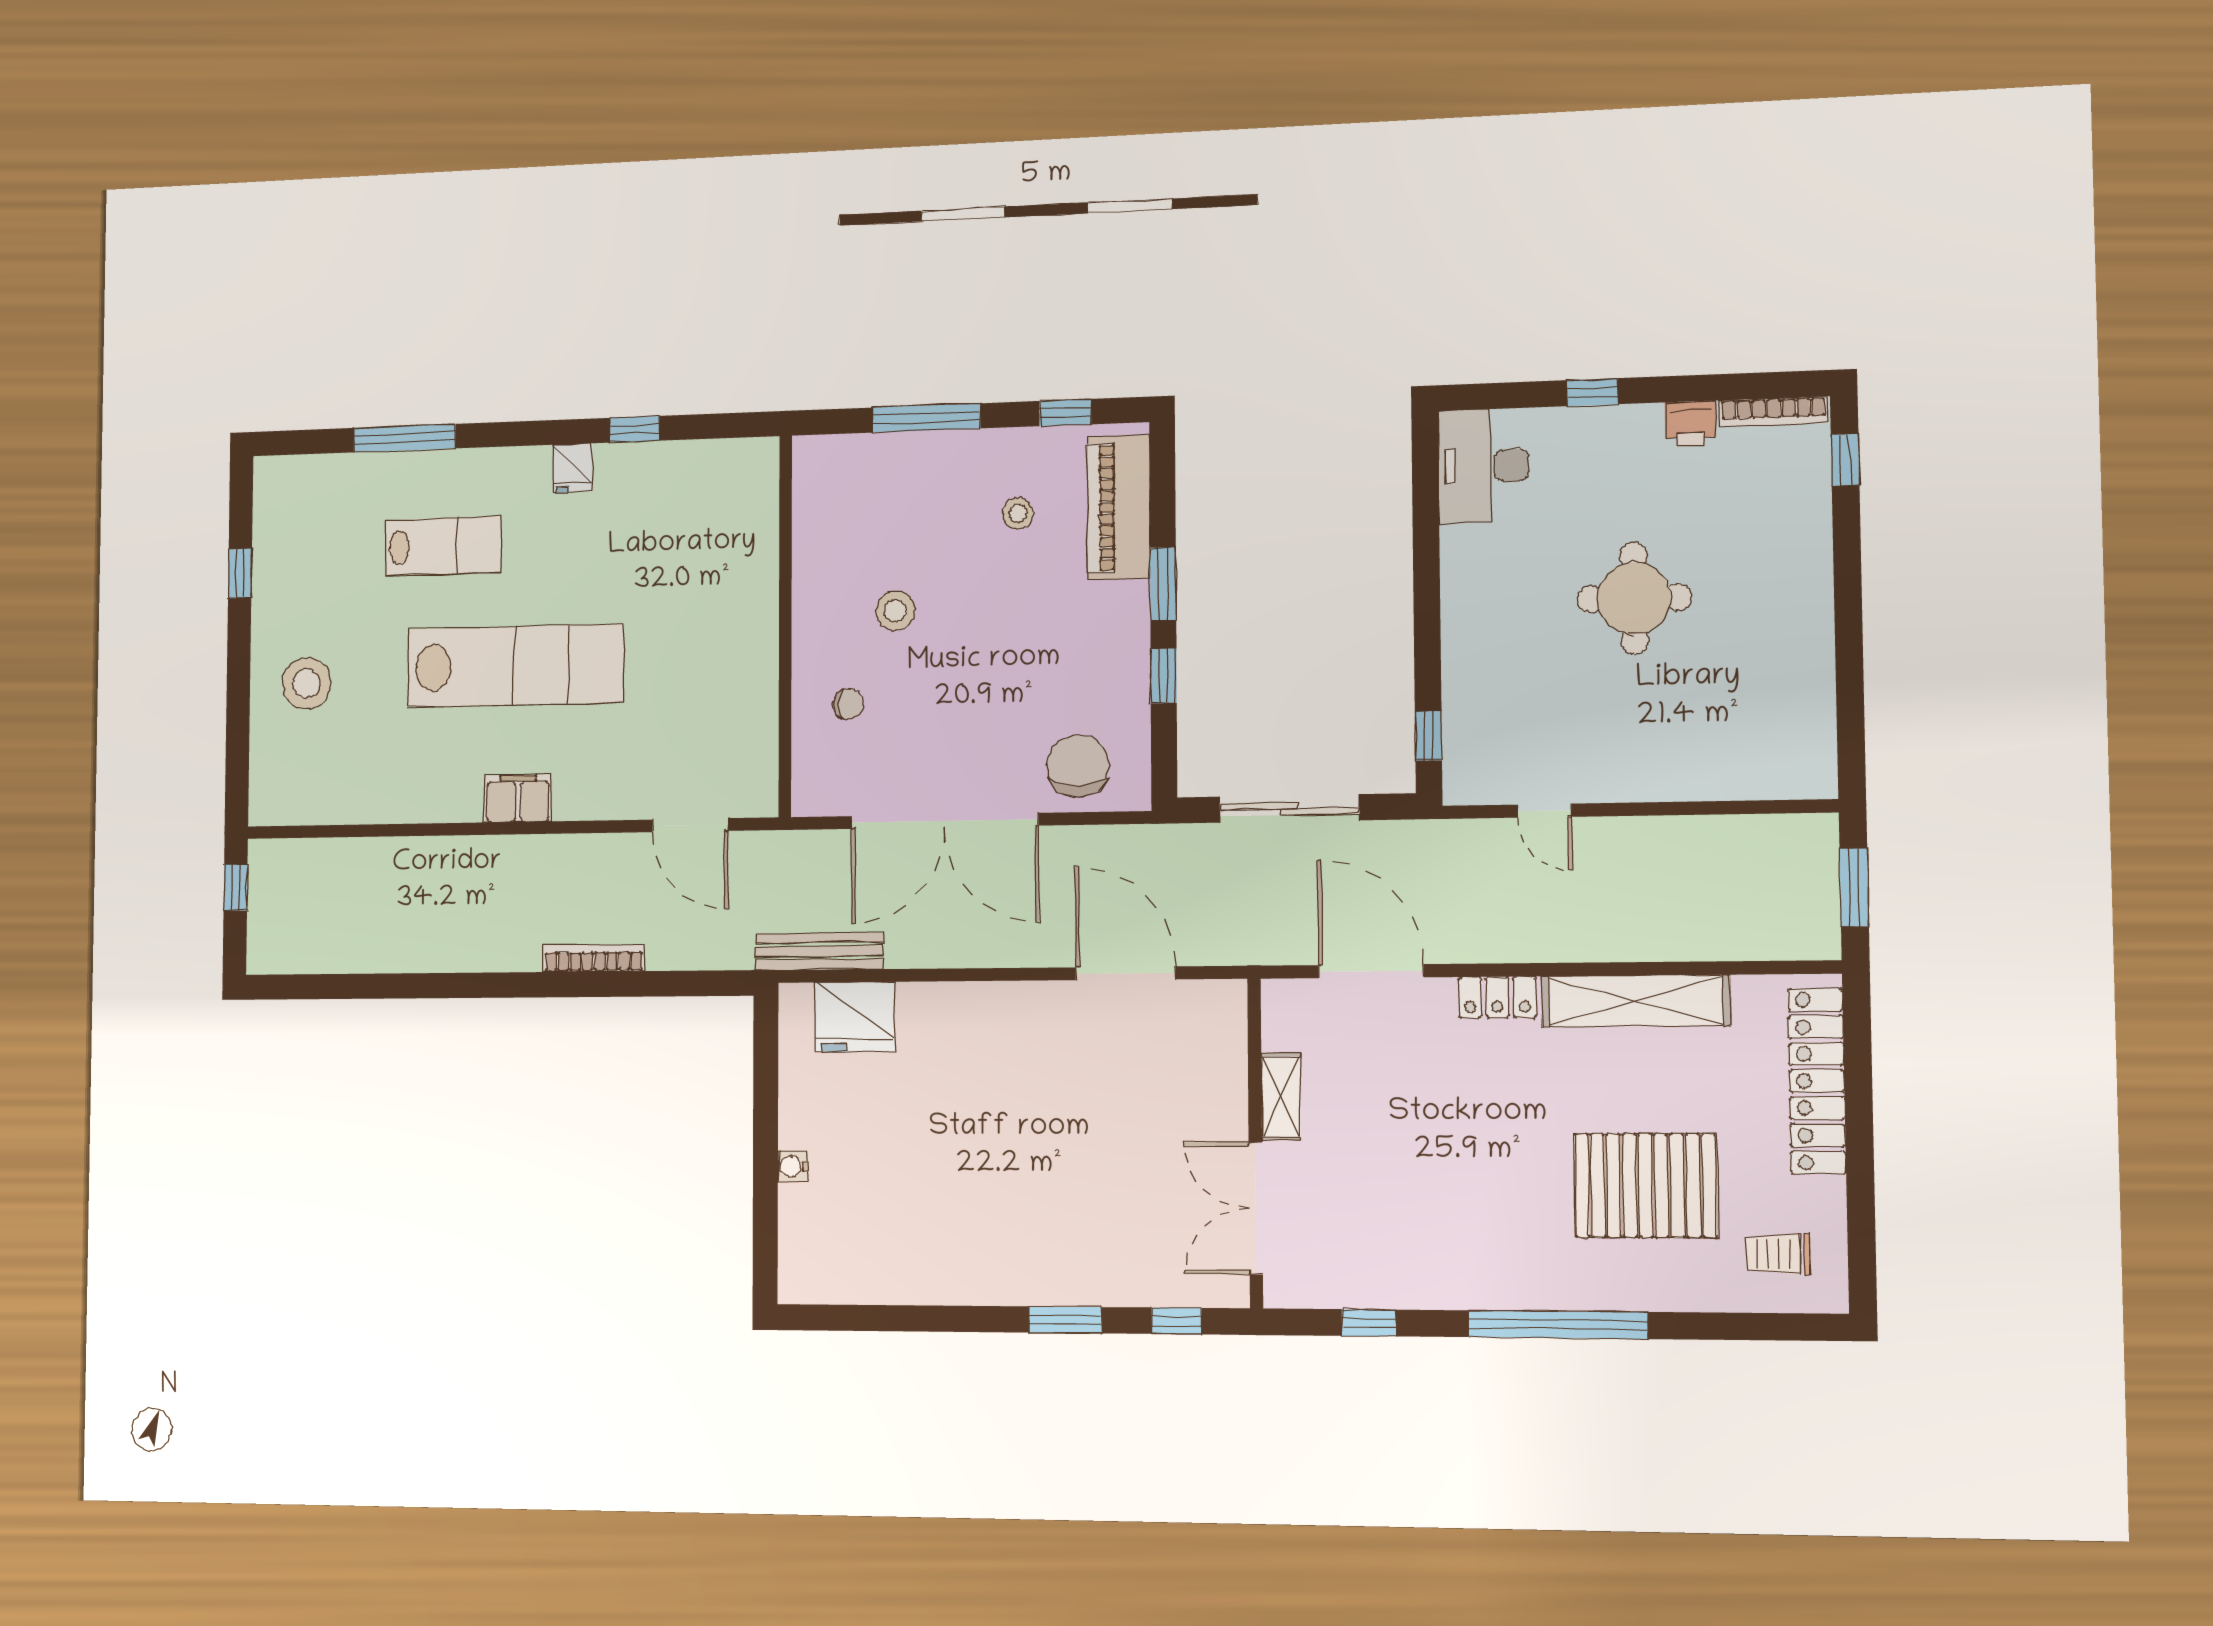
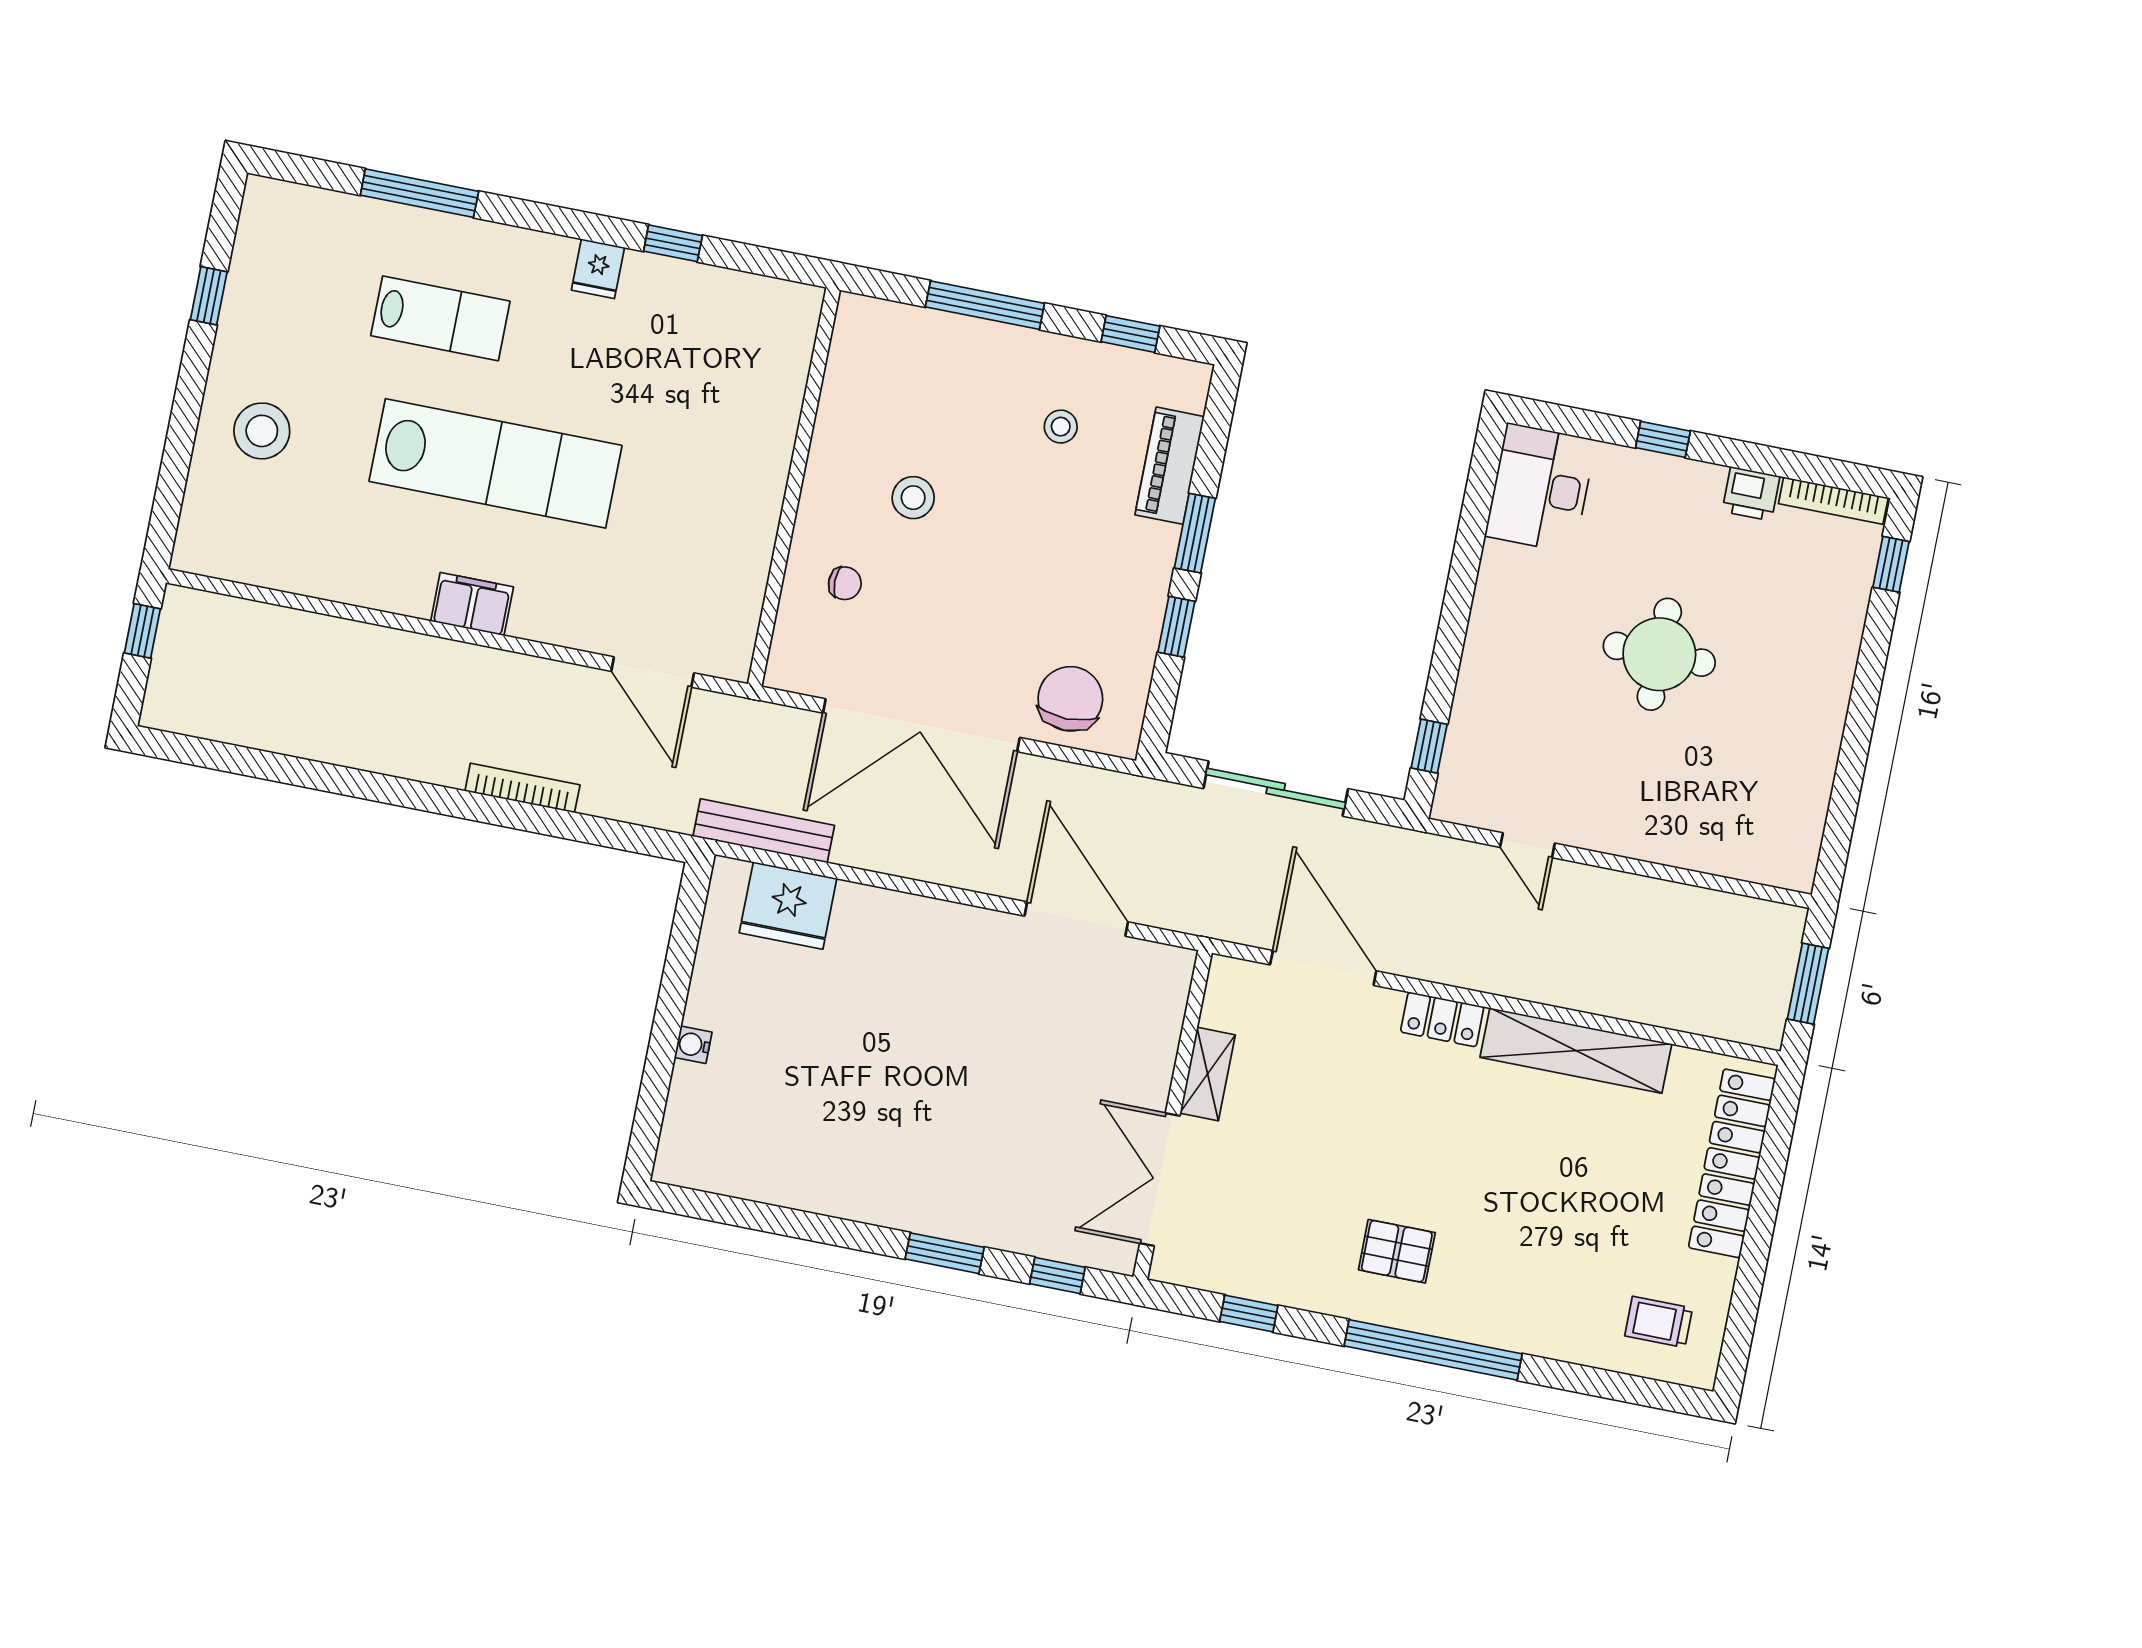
piano: (1119, 507) -> (1170, 466), width x0.73, depth x0.75
pallet: (1645, 1186) -> (1397, 1251), moved, width x0.49, depth x0.50

